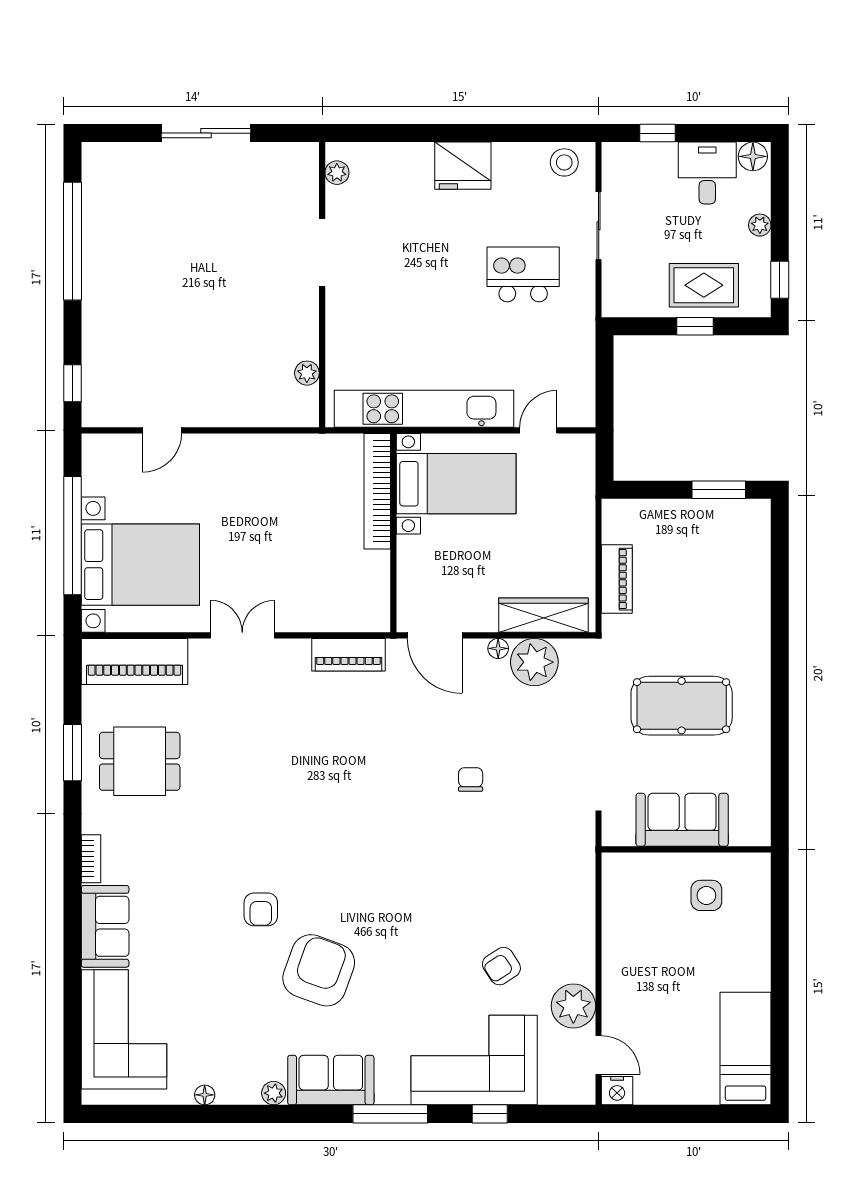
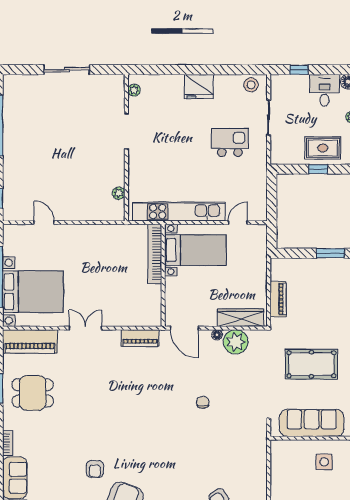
door: (162, 430) -> (44, 223), swing flipped
sofa: (682, 820) -> (312, 423), width x1.36

